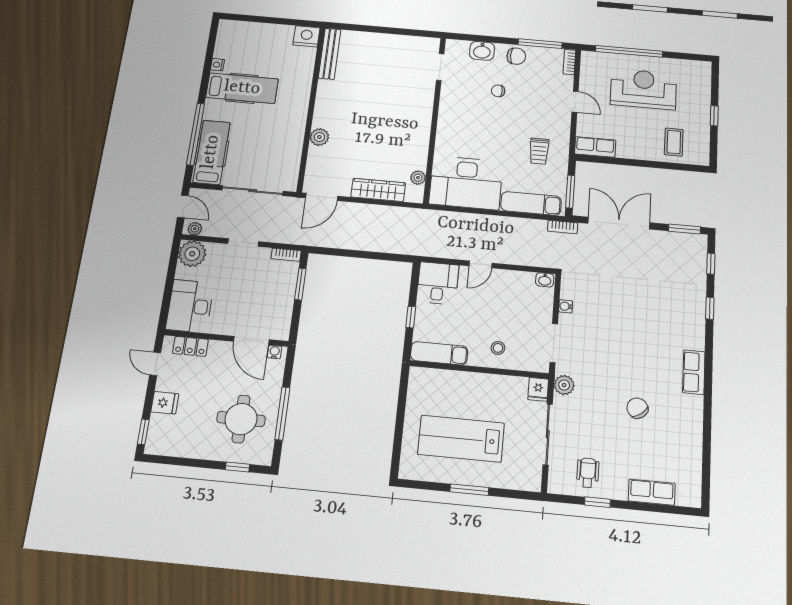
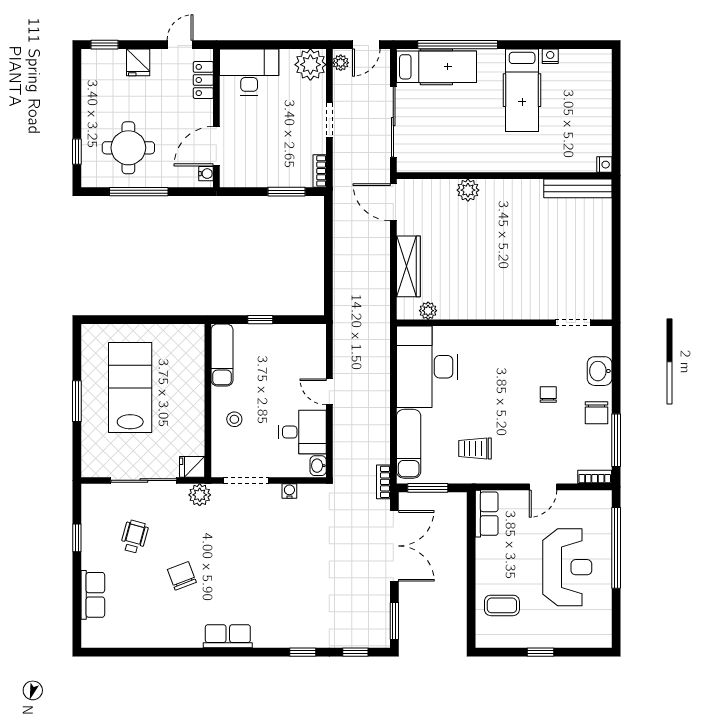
nightstand: (306, 36) -> (604, 165), width x0.53, depth x0.56
desk: (438, 283) -> (303, 432), moved
chair: (637, 408) -> (182, 576), turned -75
wheelchair: (588, 473) -> (134, 537), moved, turned -75

